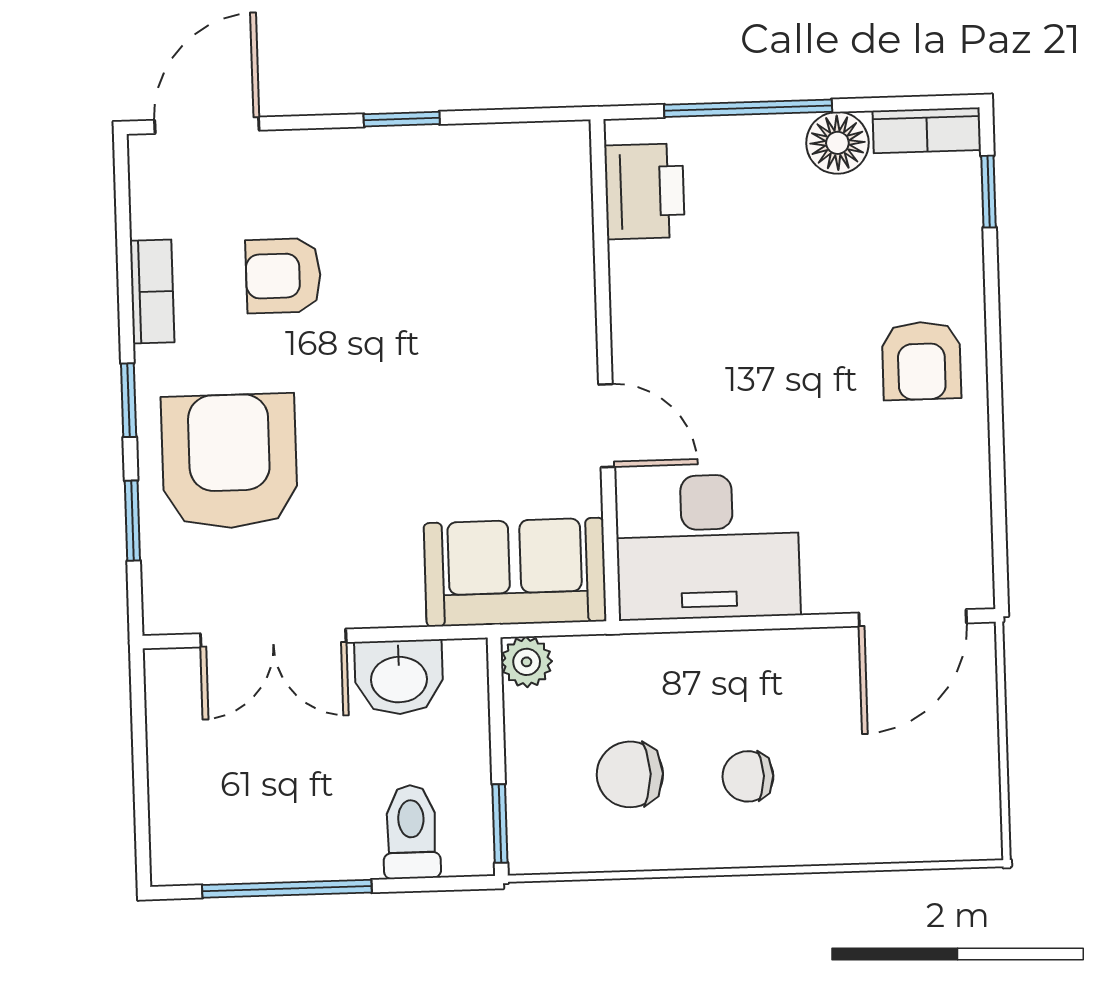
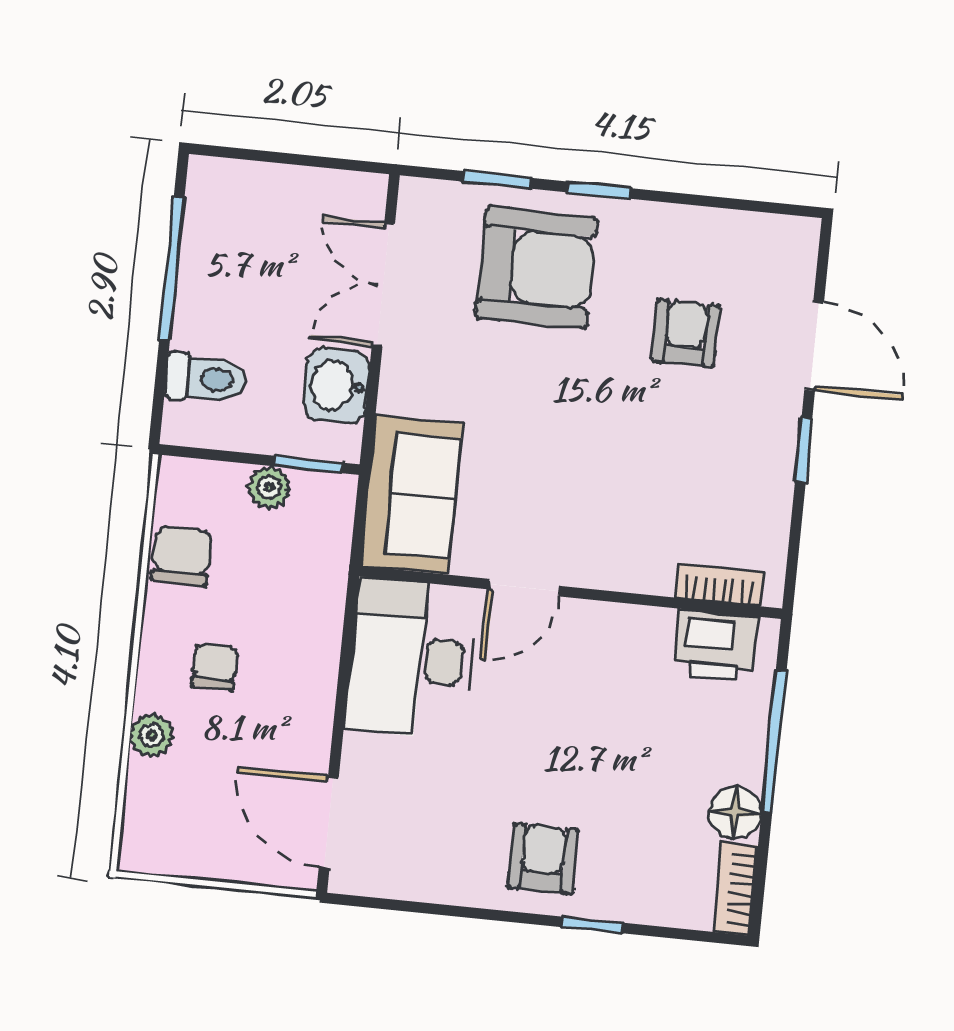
door: (207, 125) -> (814, 346), moved
window: (989, 192) -> (592, 925), moved
bookcase: (152, 291) -> (719, 585), moved, turned 180
armchair: (921, 361) -> (543, 858), turned 90
plant: (527, 662) -> (269, 487), moved
chair: (630, 774) -> (182, 556), moved
window: (500, 824) -> (308, 464), moved
plant: (838, 839) -> (152, 735), added

